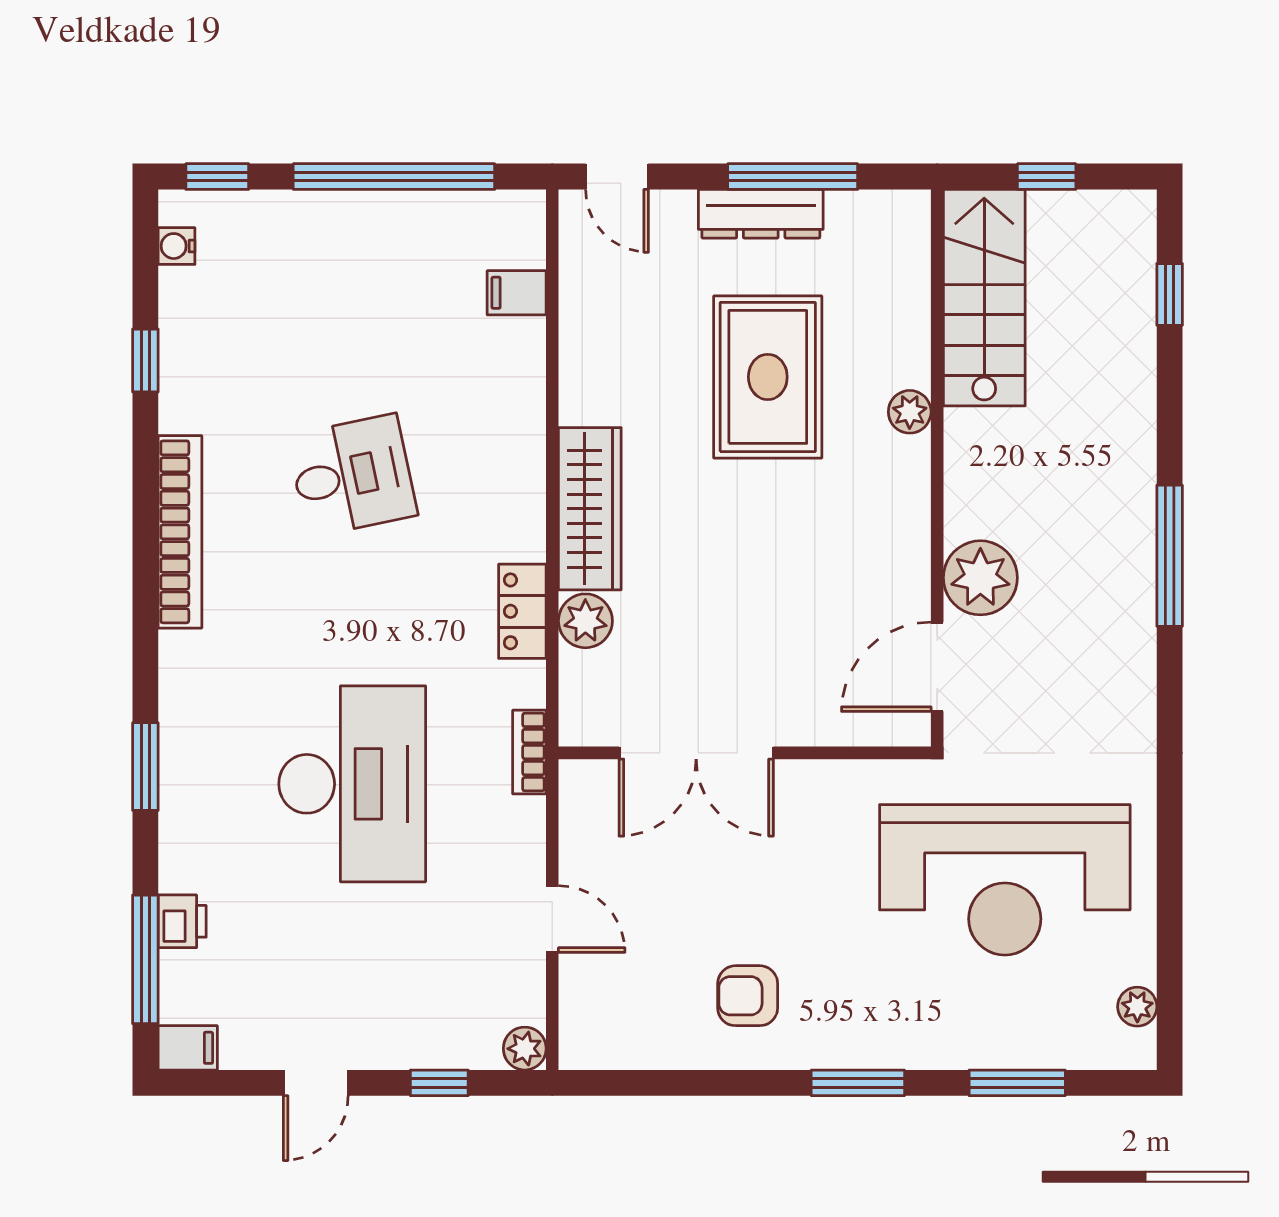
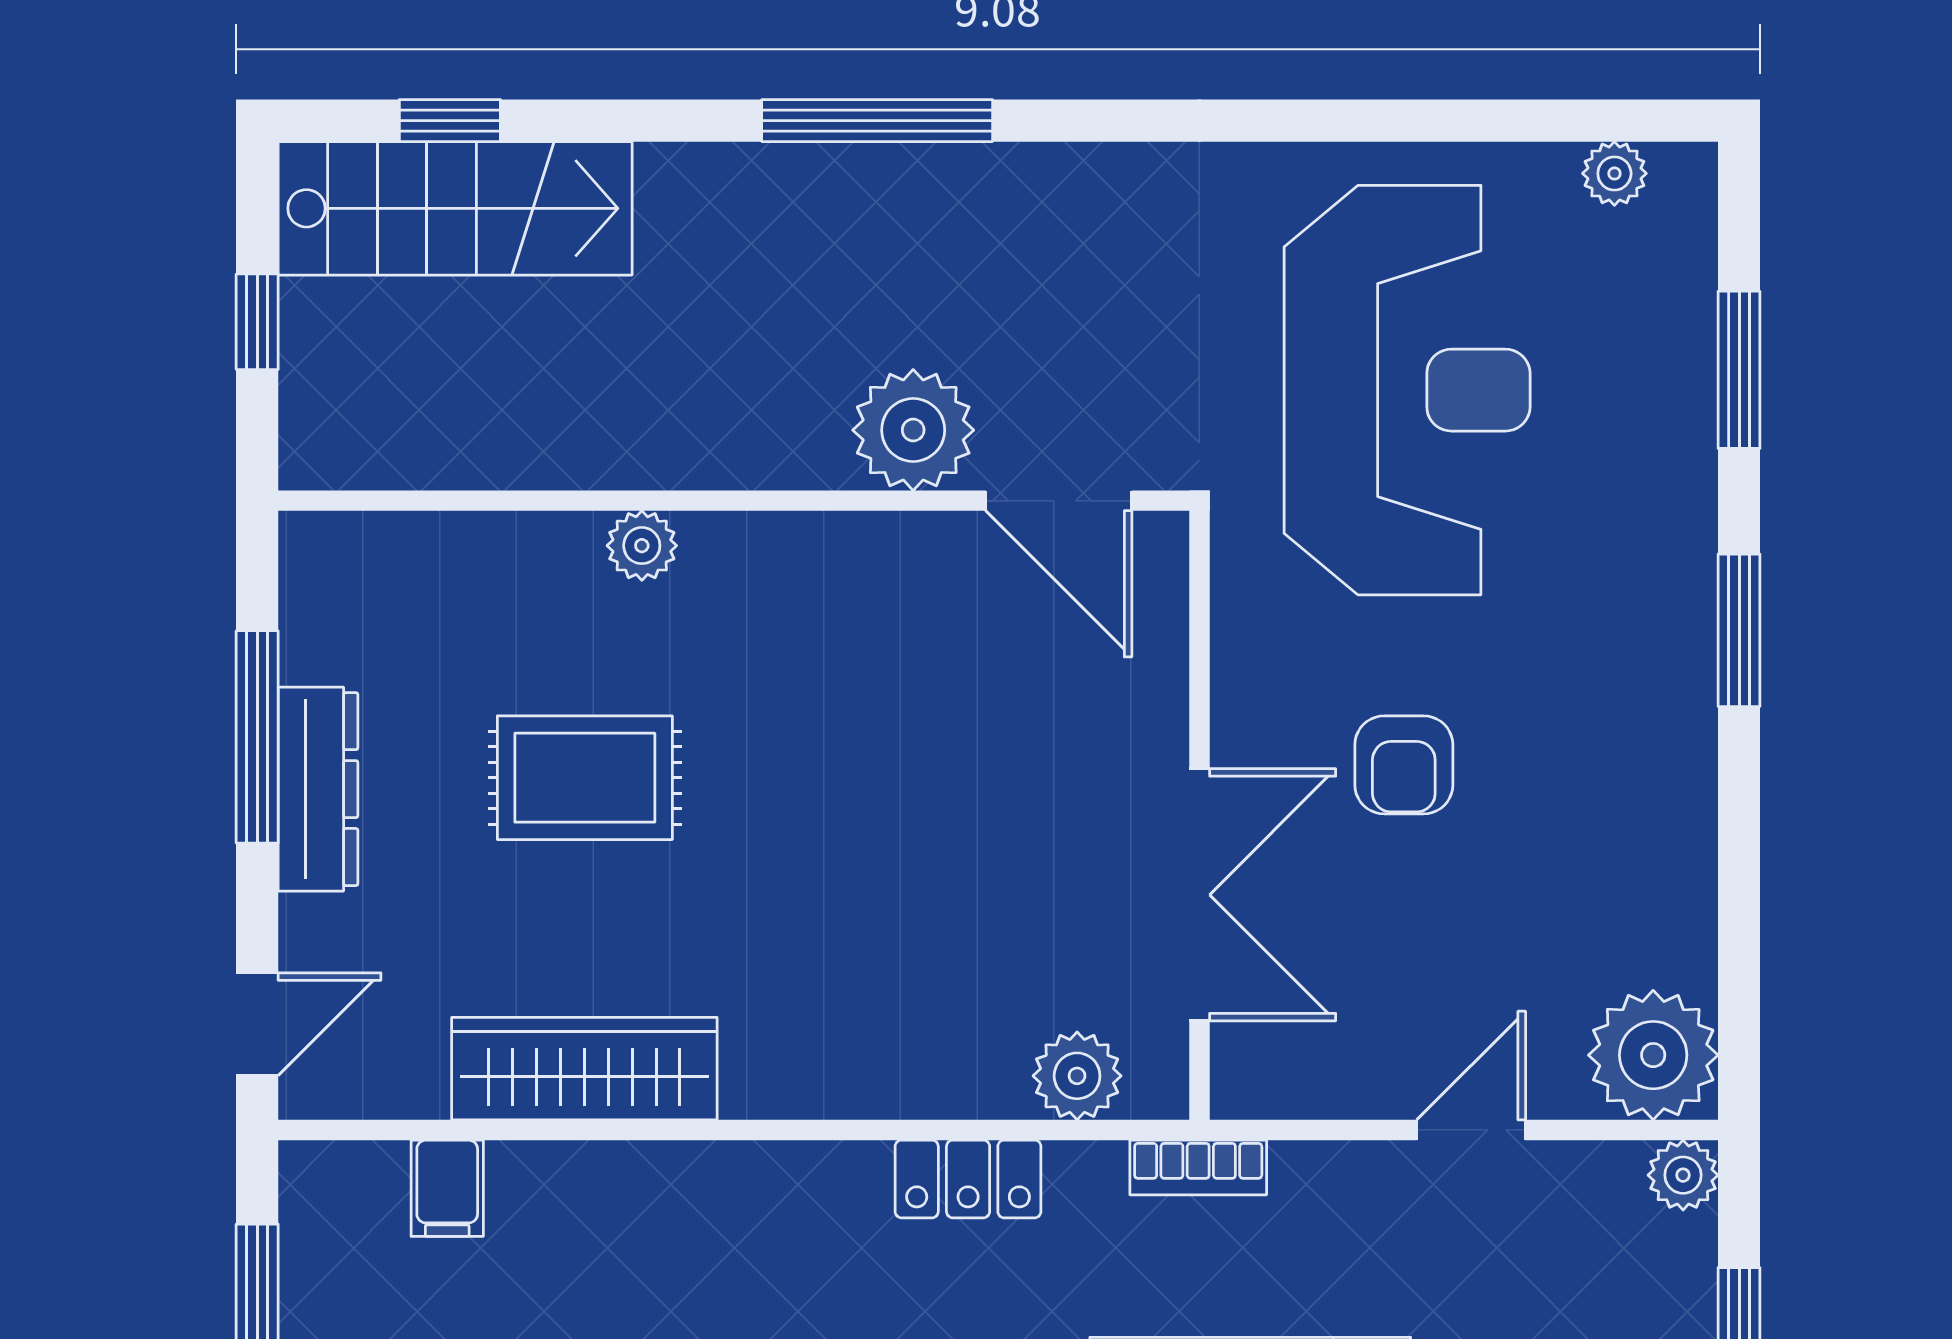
stairs: (984, 298) -> (455, 208), moved, turned 180
rug: (768, 377) -> (585, 778), width x0.73, depth x0.70
wardrobe: (590, 509) -> (584, 1069), moved
plant: (585, 621) -> (1077, 1076), moved
armchair: (748, 996) -> (1404, 765), moved
plant: (598, 1030) -> (1653, 1055), added

